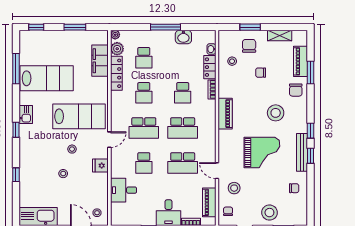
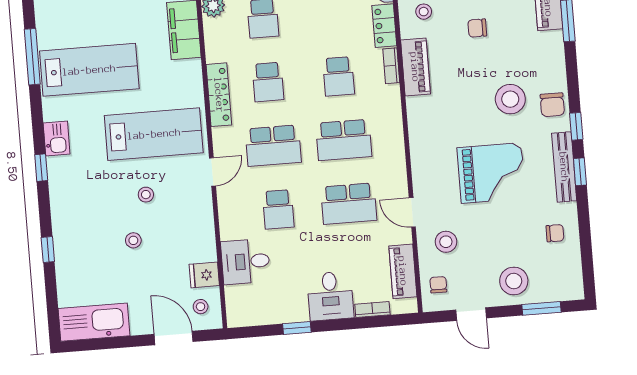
locker: (116, 73) -> (219, 95), moved
chair: (296, 90) -> (552, 105), moved
piano: (225, 114) -> (415, 67), moved
fridge: (100, 166) -> (204, 275), moved

